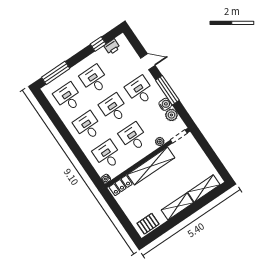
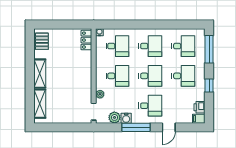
filing cabinet: (122, 41) -> (199, 119), added
window: (98, 44) -> (209, 86), moved
shelving: (151, 166) -> (85, 74), removed

